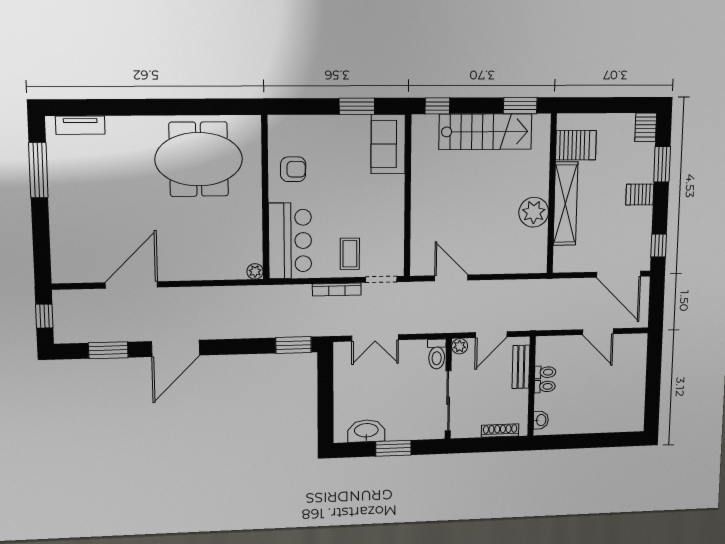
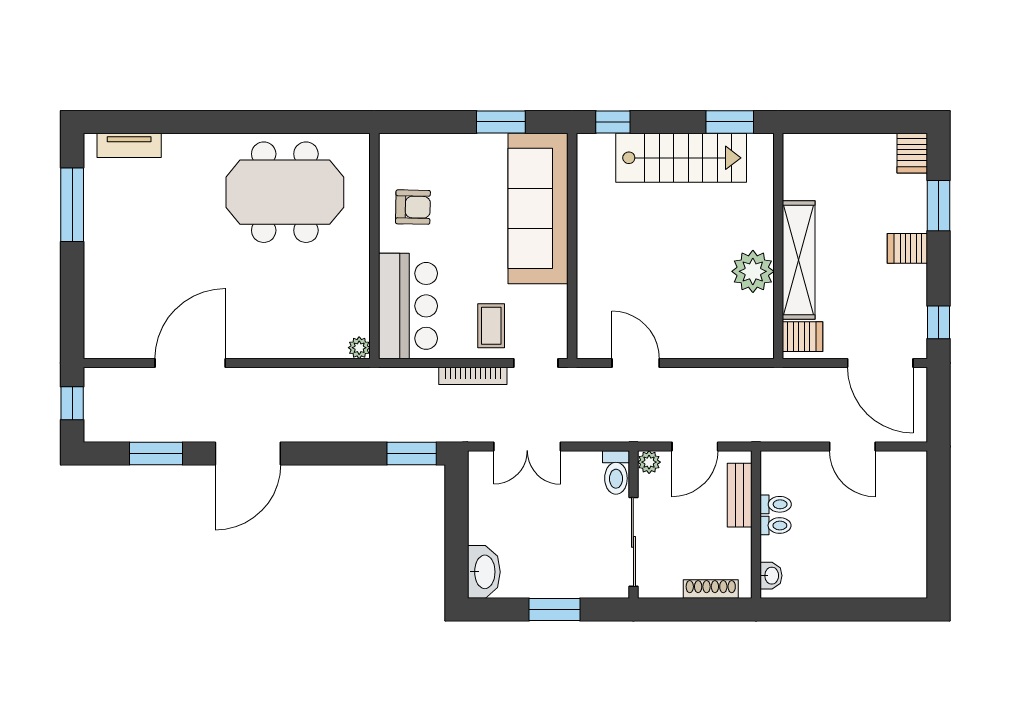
sofa: (388, 144) -> (538, 208), width x1.85, depth x1.27
server rack: (576, 145) -> (803, 337), moved, width x0.73, depth x0.70
washbasin: (366, 431) -> (484, 572), moved, turned 90

